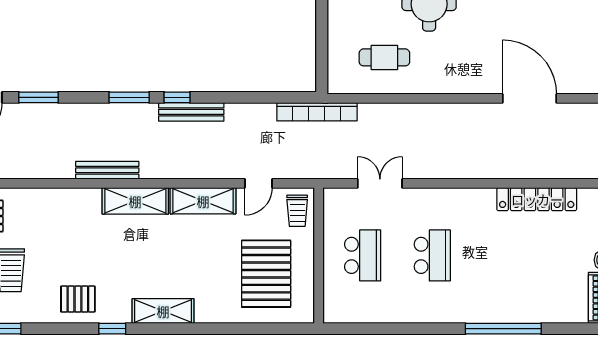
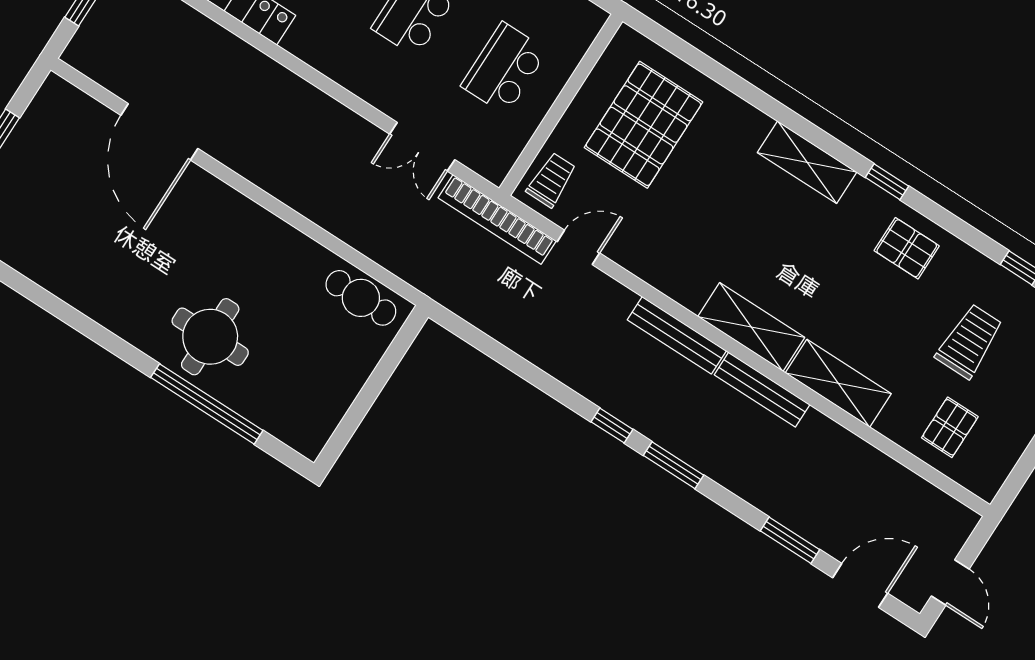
cafe table: (384, 57) -> (361, 298), moved
bench: (191, 112) -> (677, 335), moved
bookcase: (317, 112) -> (497, 219), moved, turned 180
shelving: (203, 201) -> (838, 383), moved

